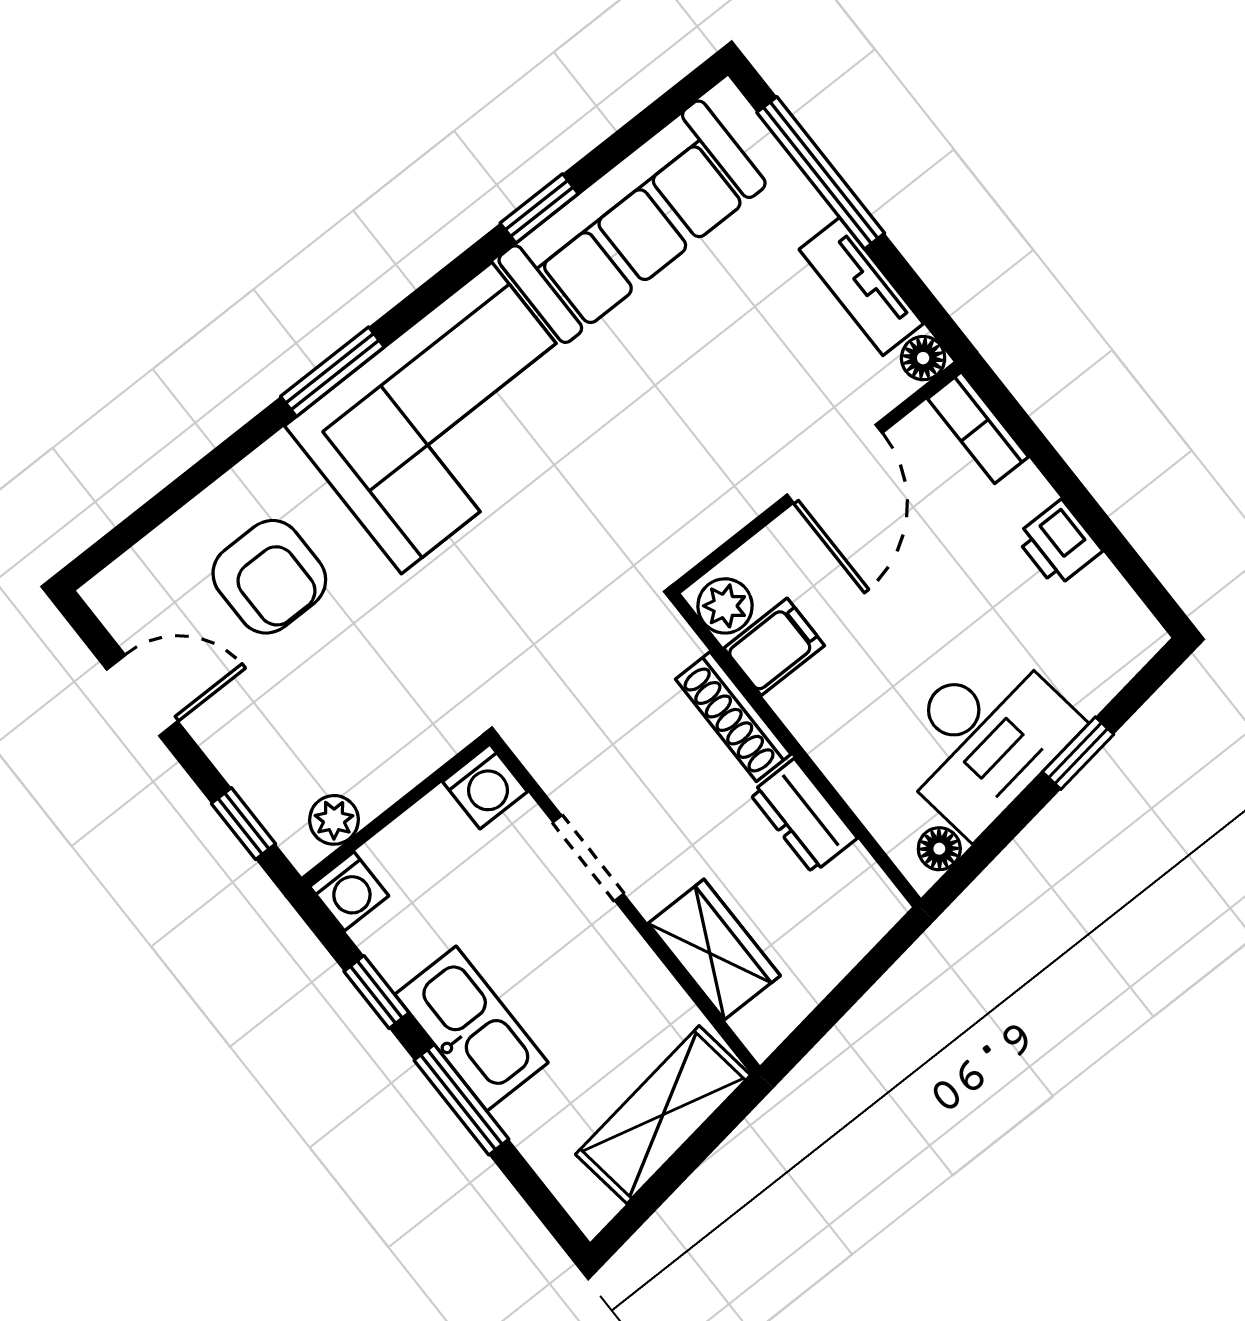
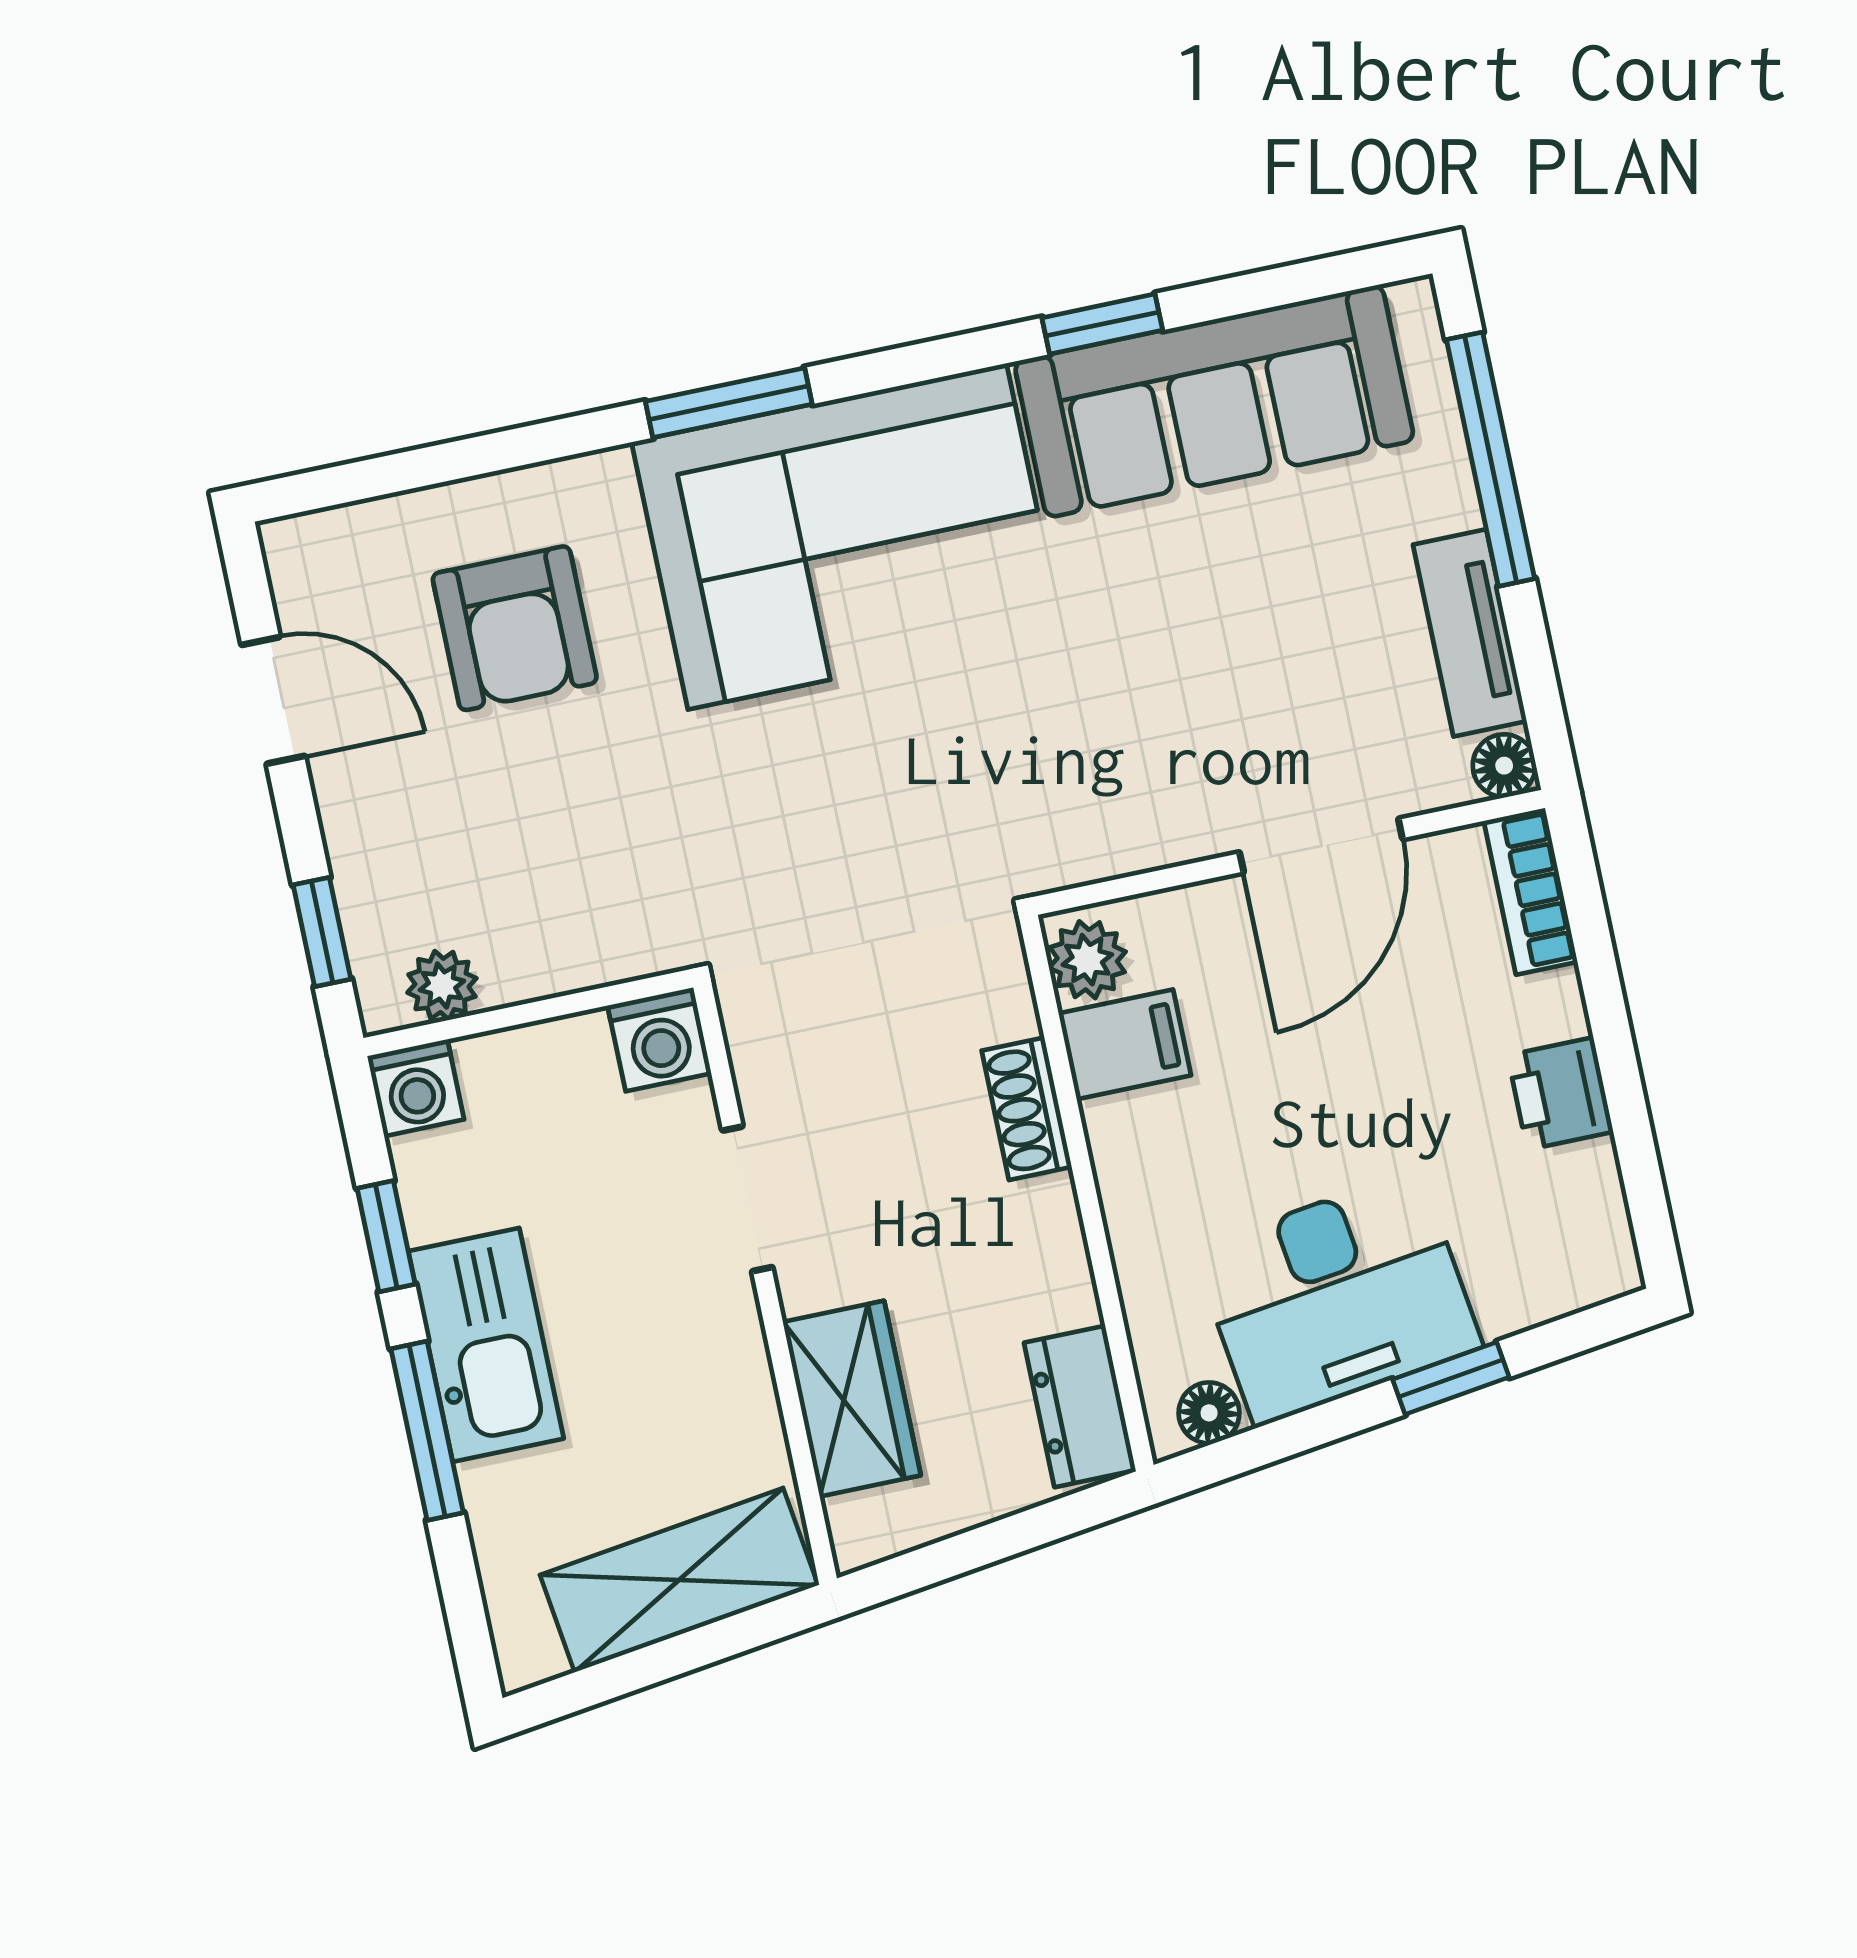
shoe rack: (733, 717) -> (1027, 1109), width x0.70
dresser: (803, 816) -> (1080, 1406), moved

